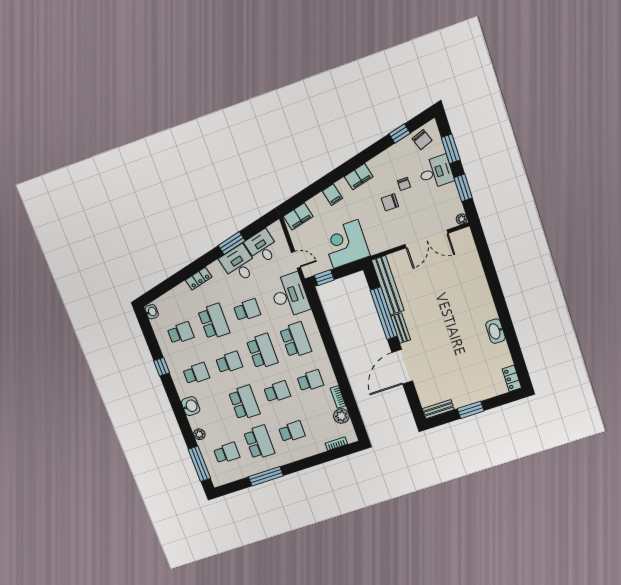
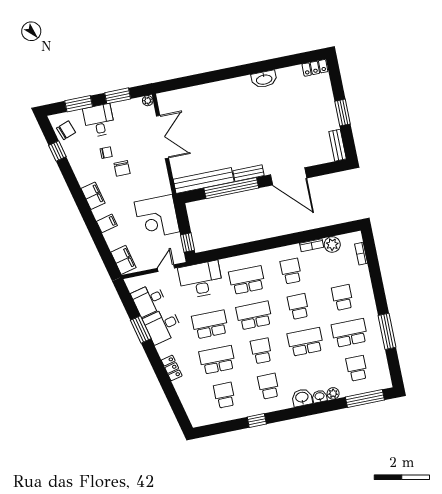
school desk: (247, 310) -> (210, 324), width x1.85
washbasin: (152, 312) -> (320, 396), moved

